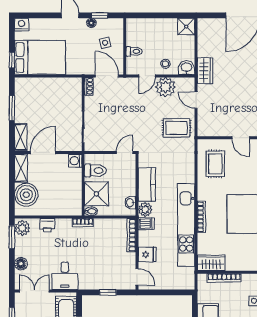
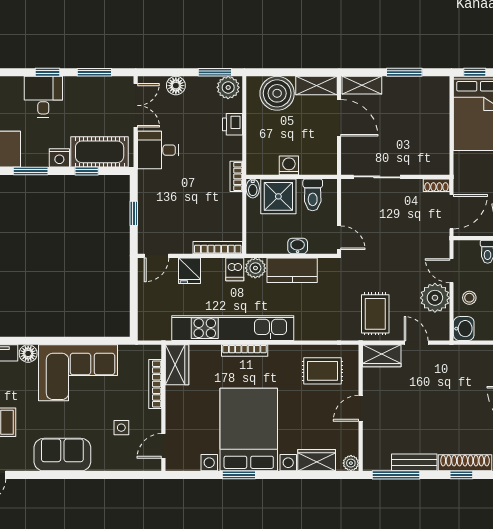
wardrobe: (205, 71) -> (382, 356), moved
door: (196, 100) -> (416, 343), hinge flipped
washing machine: (75, 161) -> (289, 165), moved
washbasin: (130, 203) -> (298, 246), moved

